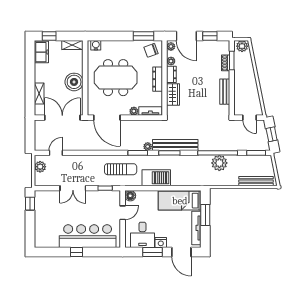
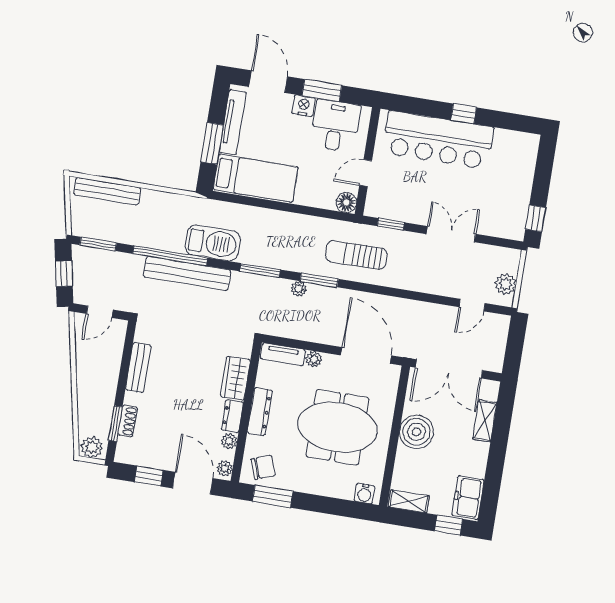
door: (250, 118) -> (100, 312), swing flipped
bench: (175, 145) -> (187, 273), moved
plant: (219, 163) -> (170, 236), removed
barbecue: (156, 178) -> (213, 243), moved, turned 180

